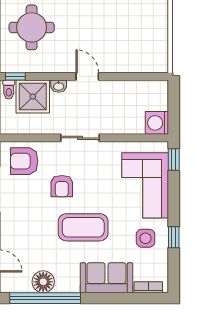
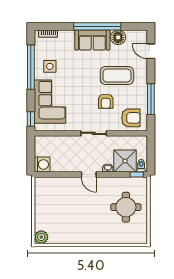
washing machine: (157, 123) -> (42, 164), moved
armchair: (62, 186) -> (106, 101), turned 180
coffee table: (83, 227) -> (117, 76), moved
window: (174, 237) -> (31, 67), width x3.17
sofa: (106, 278) -> (92, 40), moved
window: (45, 298) -> (97, 26), moved

